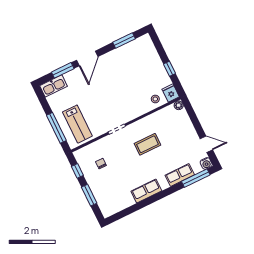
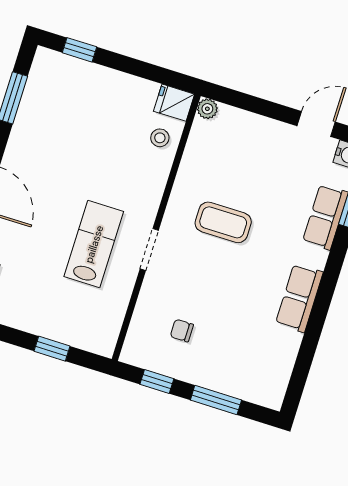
window: (170, 69) -> (80, 50), moved
lab bench: (77, 124) -> (94, 244), moved, turned -90
window: (56, 128) -> (52, 349), width x0.46
coffee table: (147, 144) -> (223, 222), turned 90

